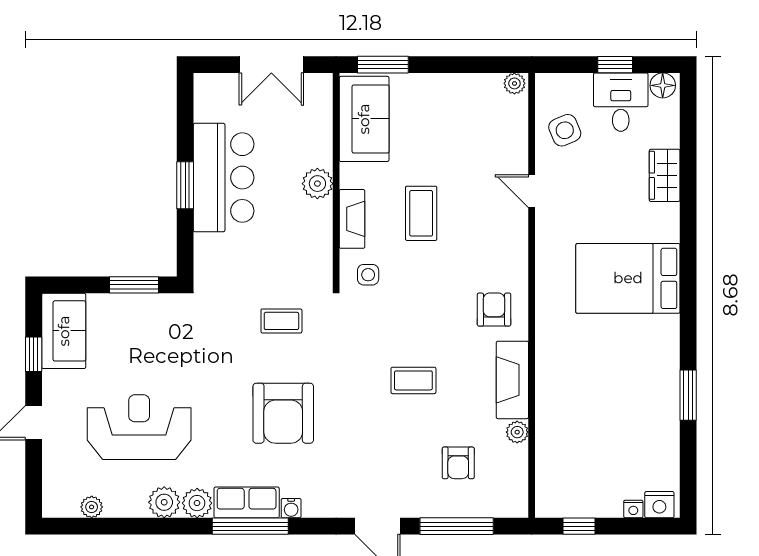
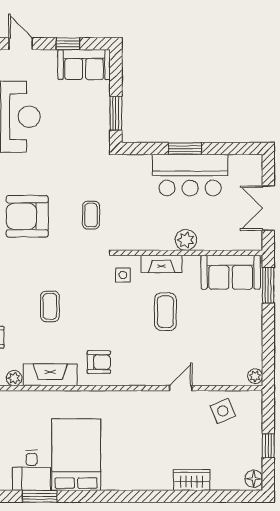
desk: (621, 102) -> (32, 470), moved, turned 90
coffee table: (421, 213) -> (165, 312), turned 90
bed: (628, 278) -> (76, 455), moved

